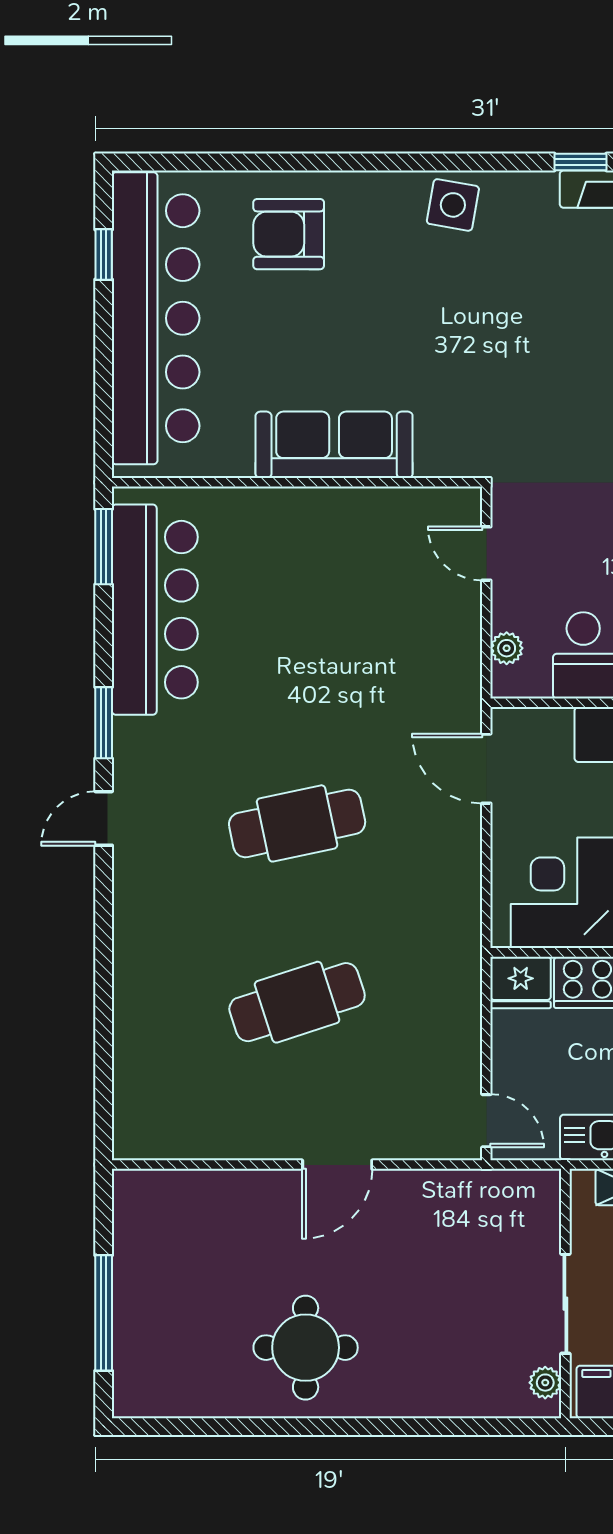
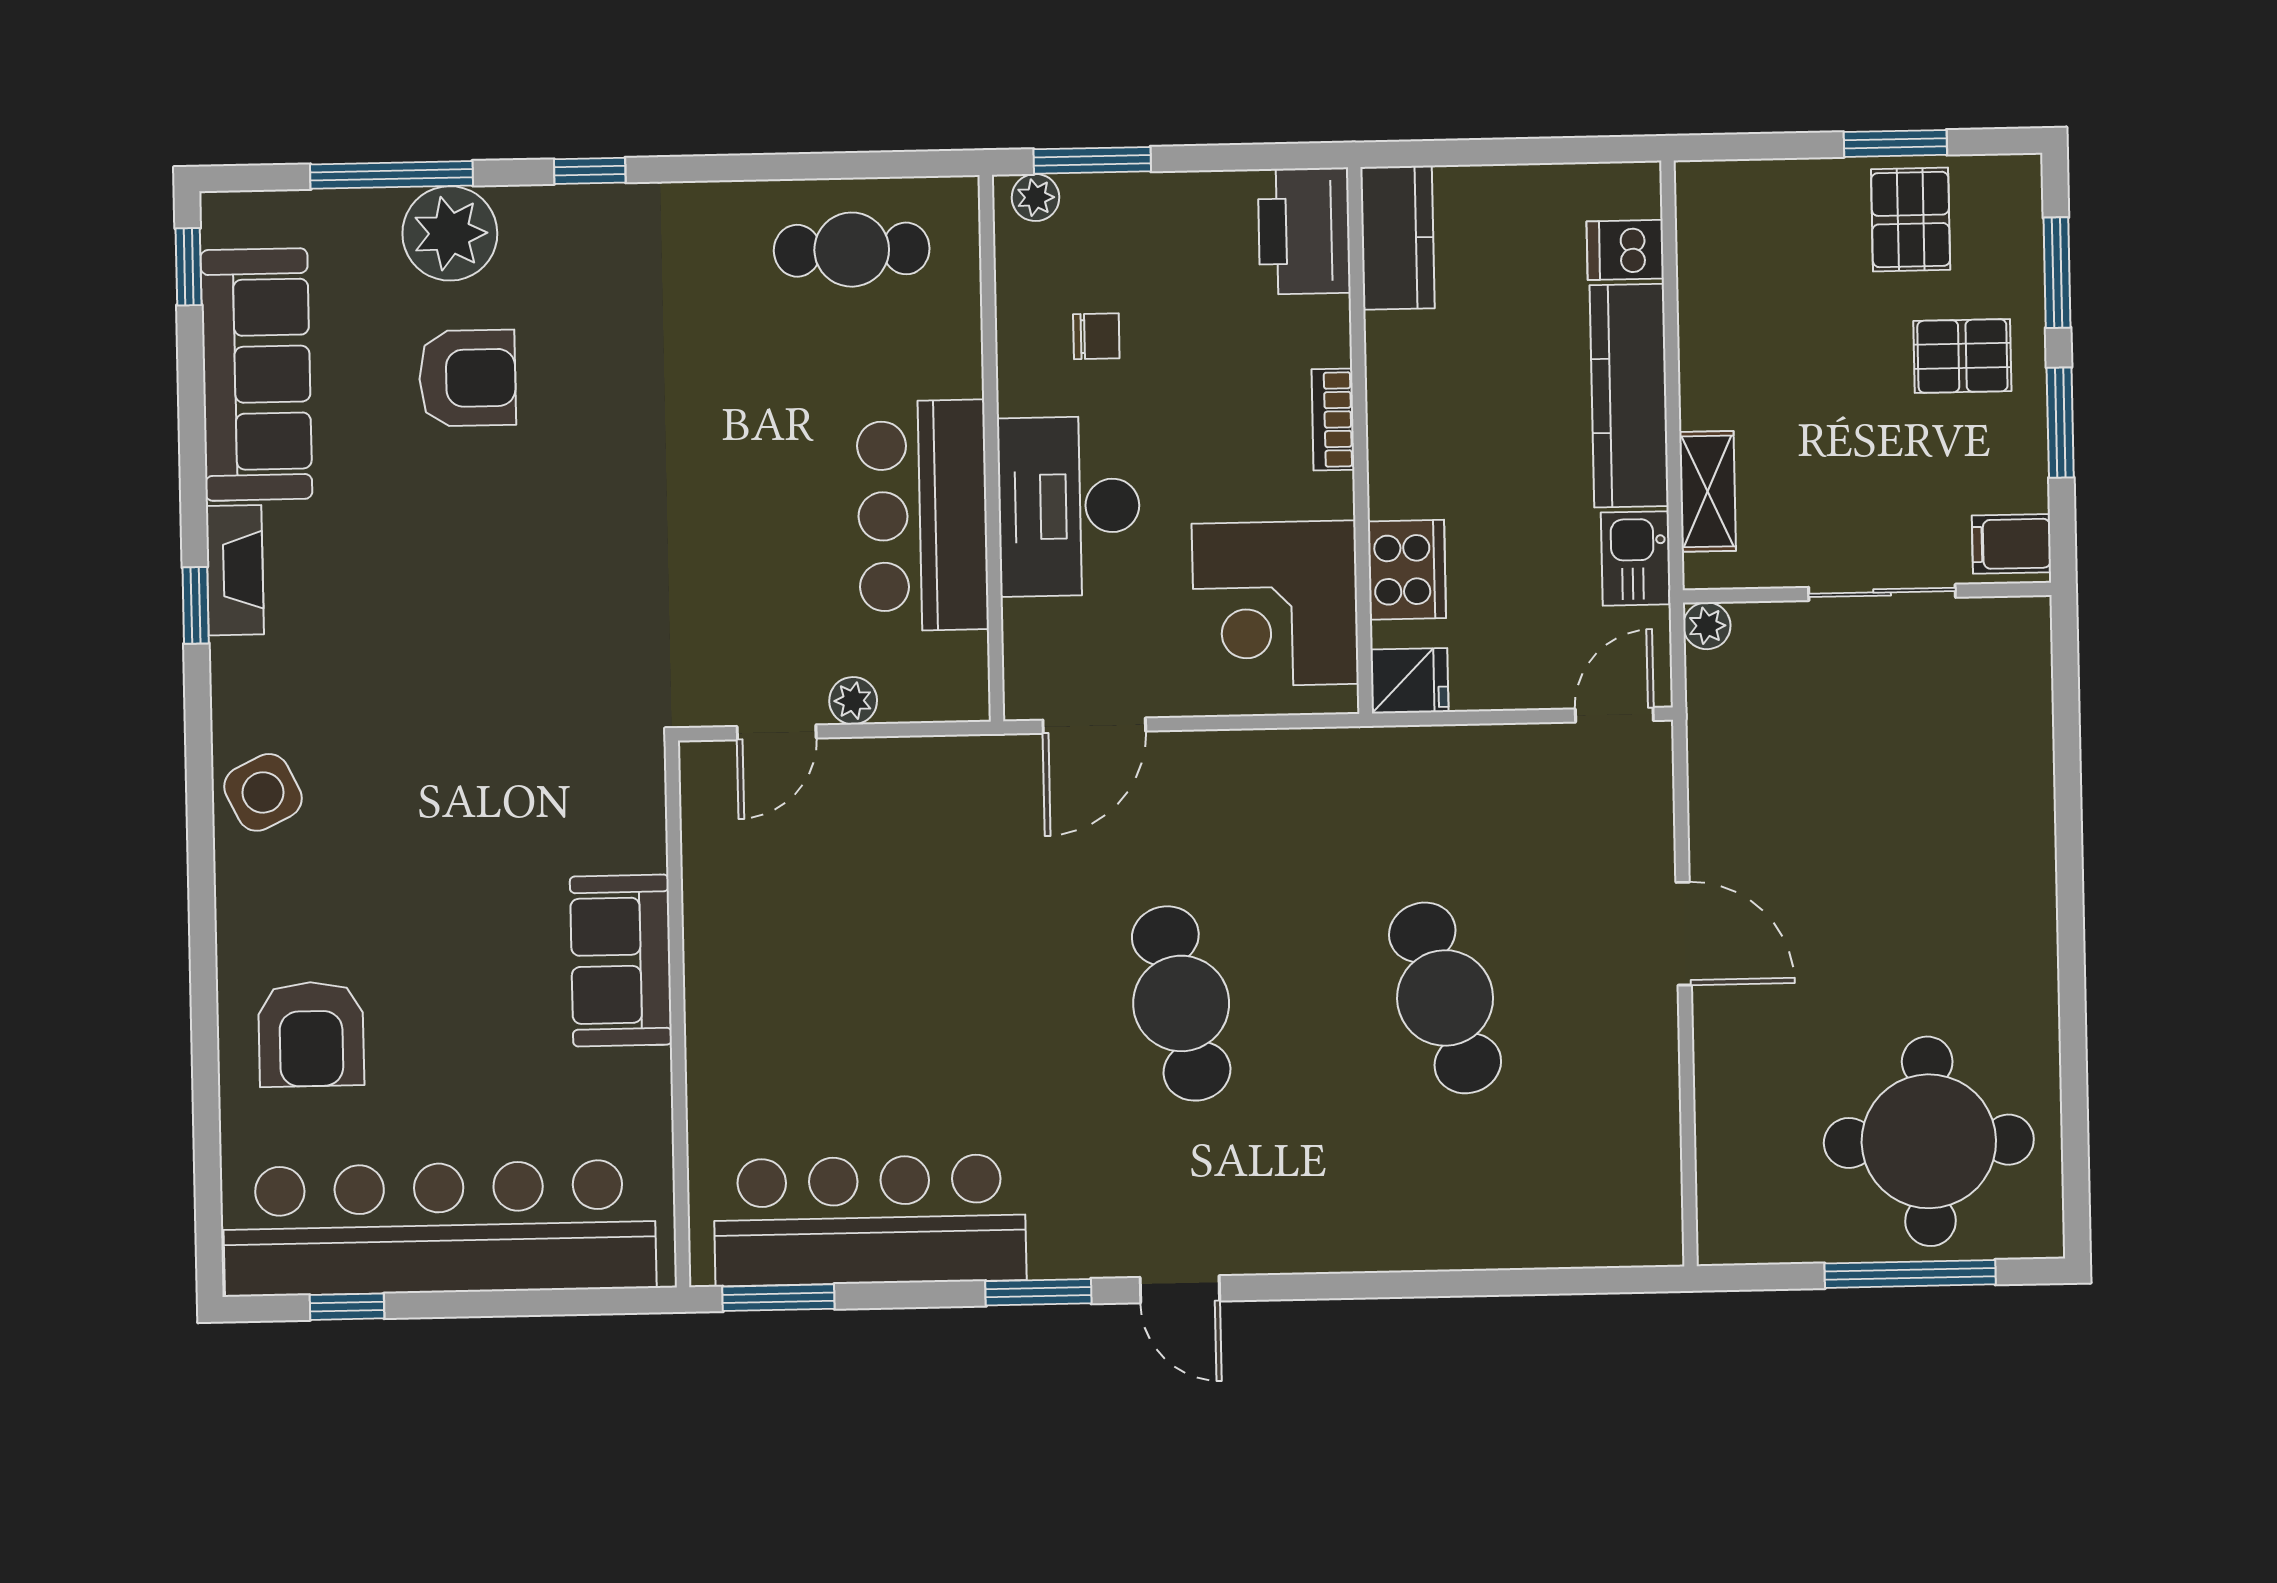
side table: (453, 205) -> (263, 792), turned -36
sofa: (334, 445) -> (621, 960), width x0.73
plant: (507, 648) -> (853, 701), moved
fridge: (521, 983) -> (1409, 681), width x0.72
round table: (306, 1348) -> (1929, 1141), moved, width x1.36, depth x1.36
plant: (545, 1383) -> (1707, 626), moved

